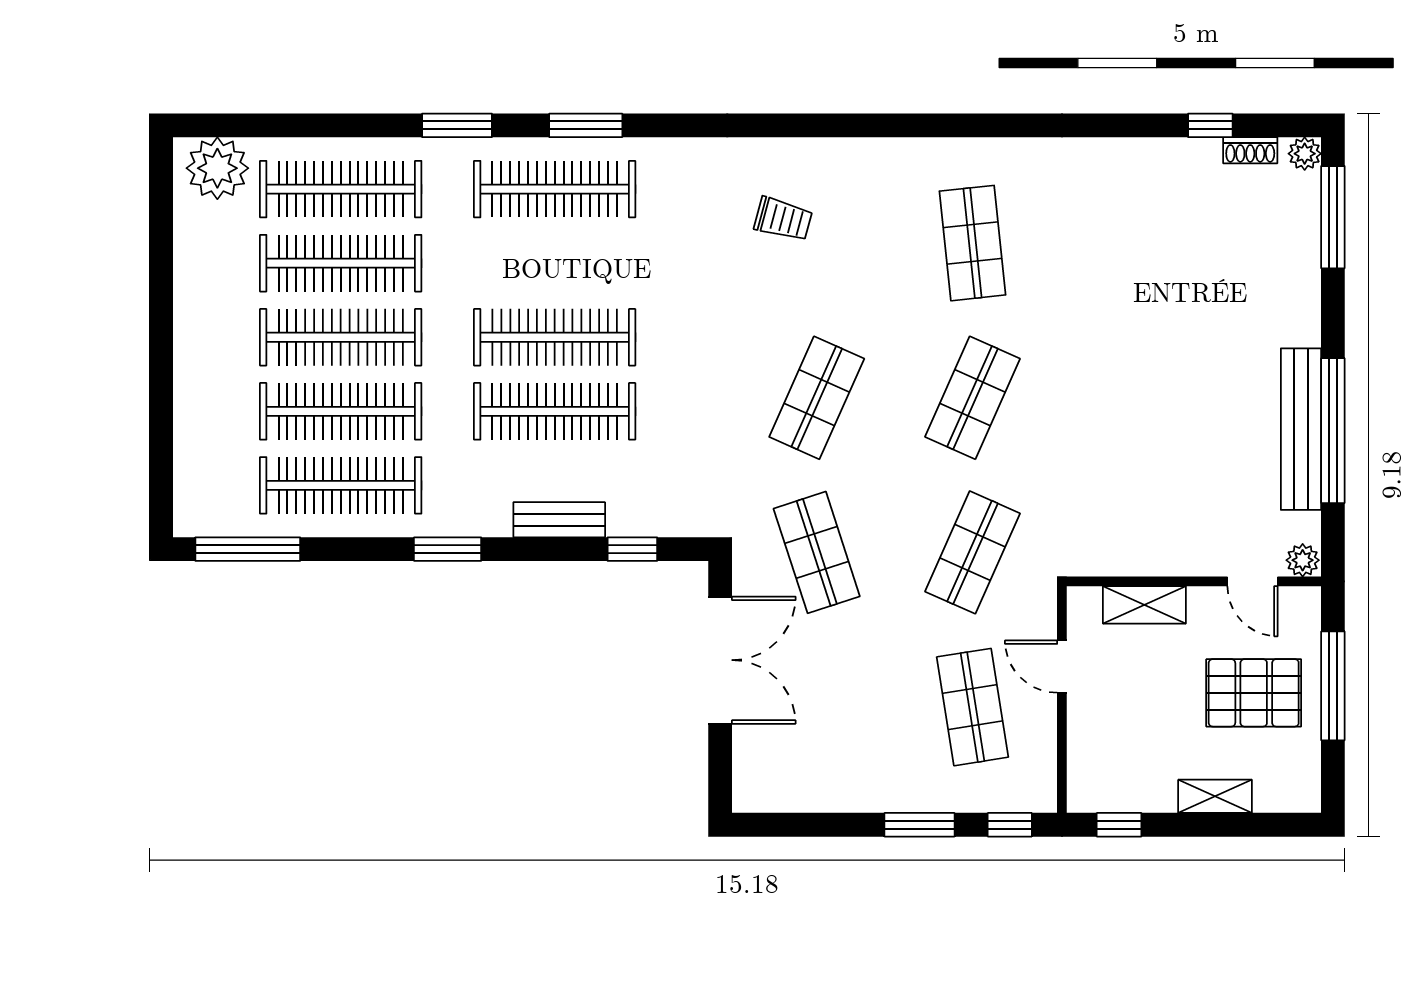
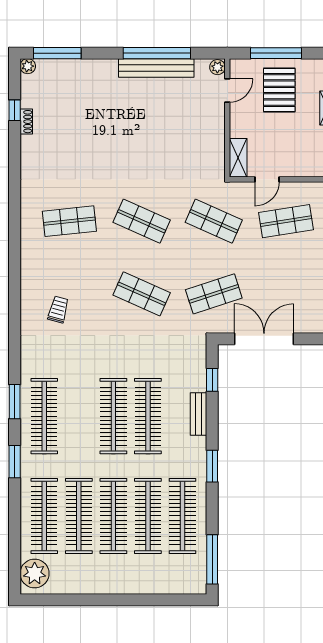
shoe rack: (1250, 150) -> (26, 122), moved
shelving: (1144, 605) -> (238, 158), moved

